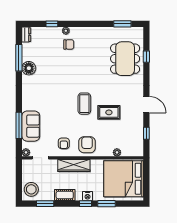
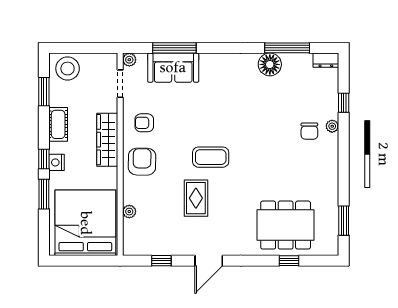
armchair: (87, 145) -> (142, 162), turned -89

